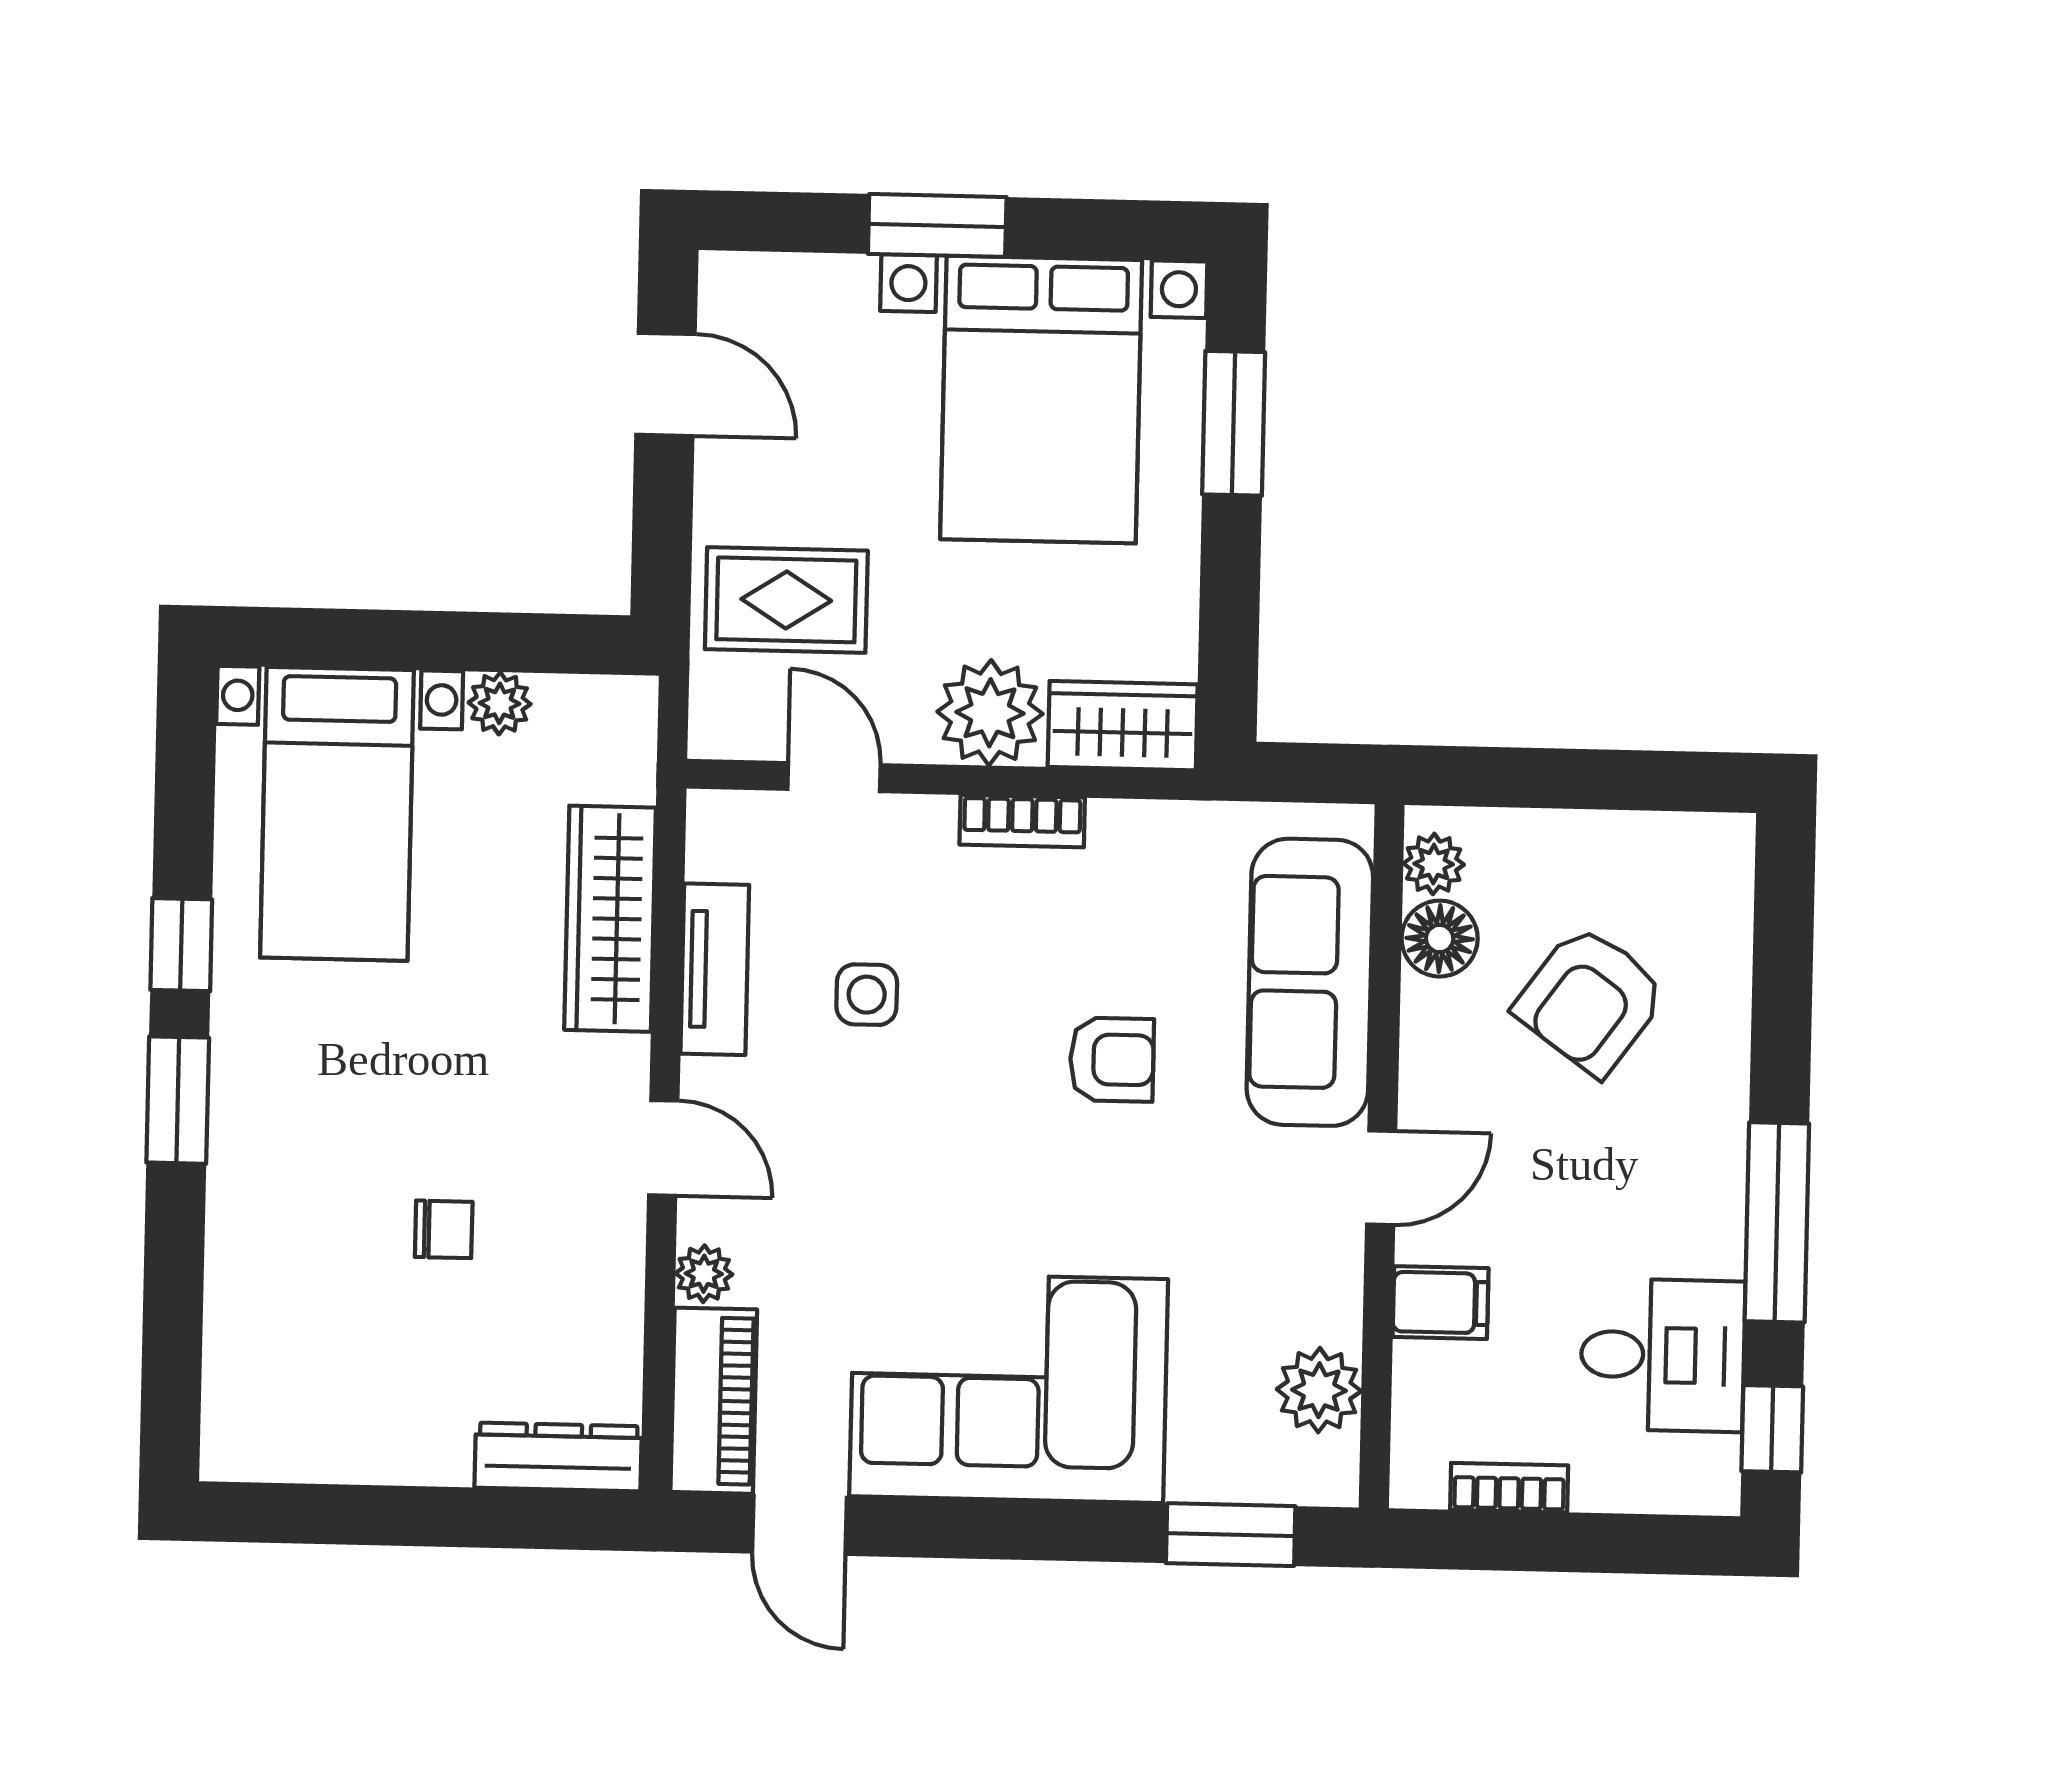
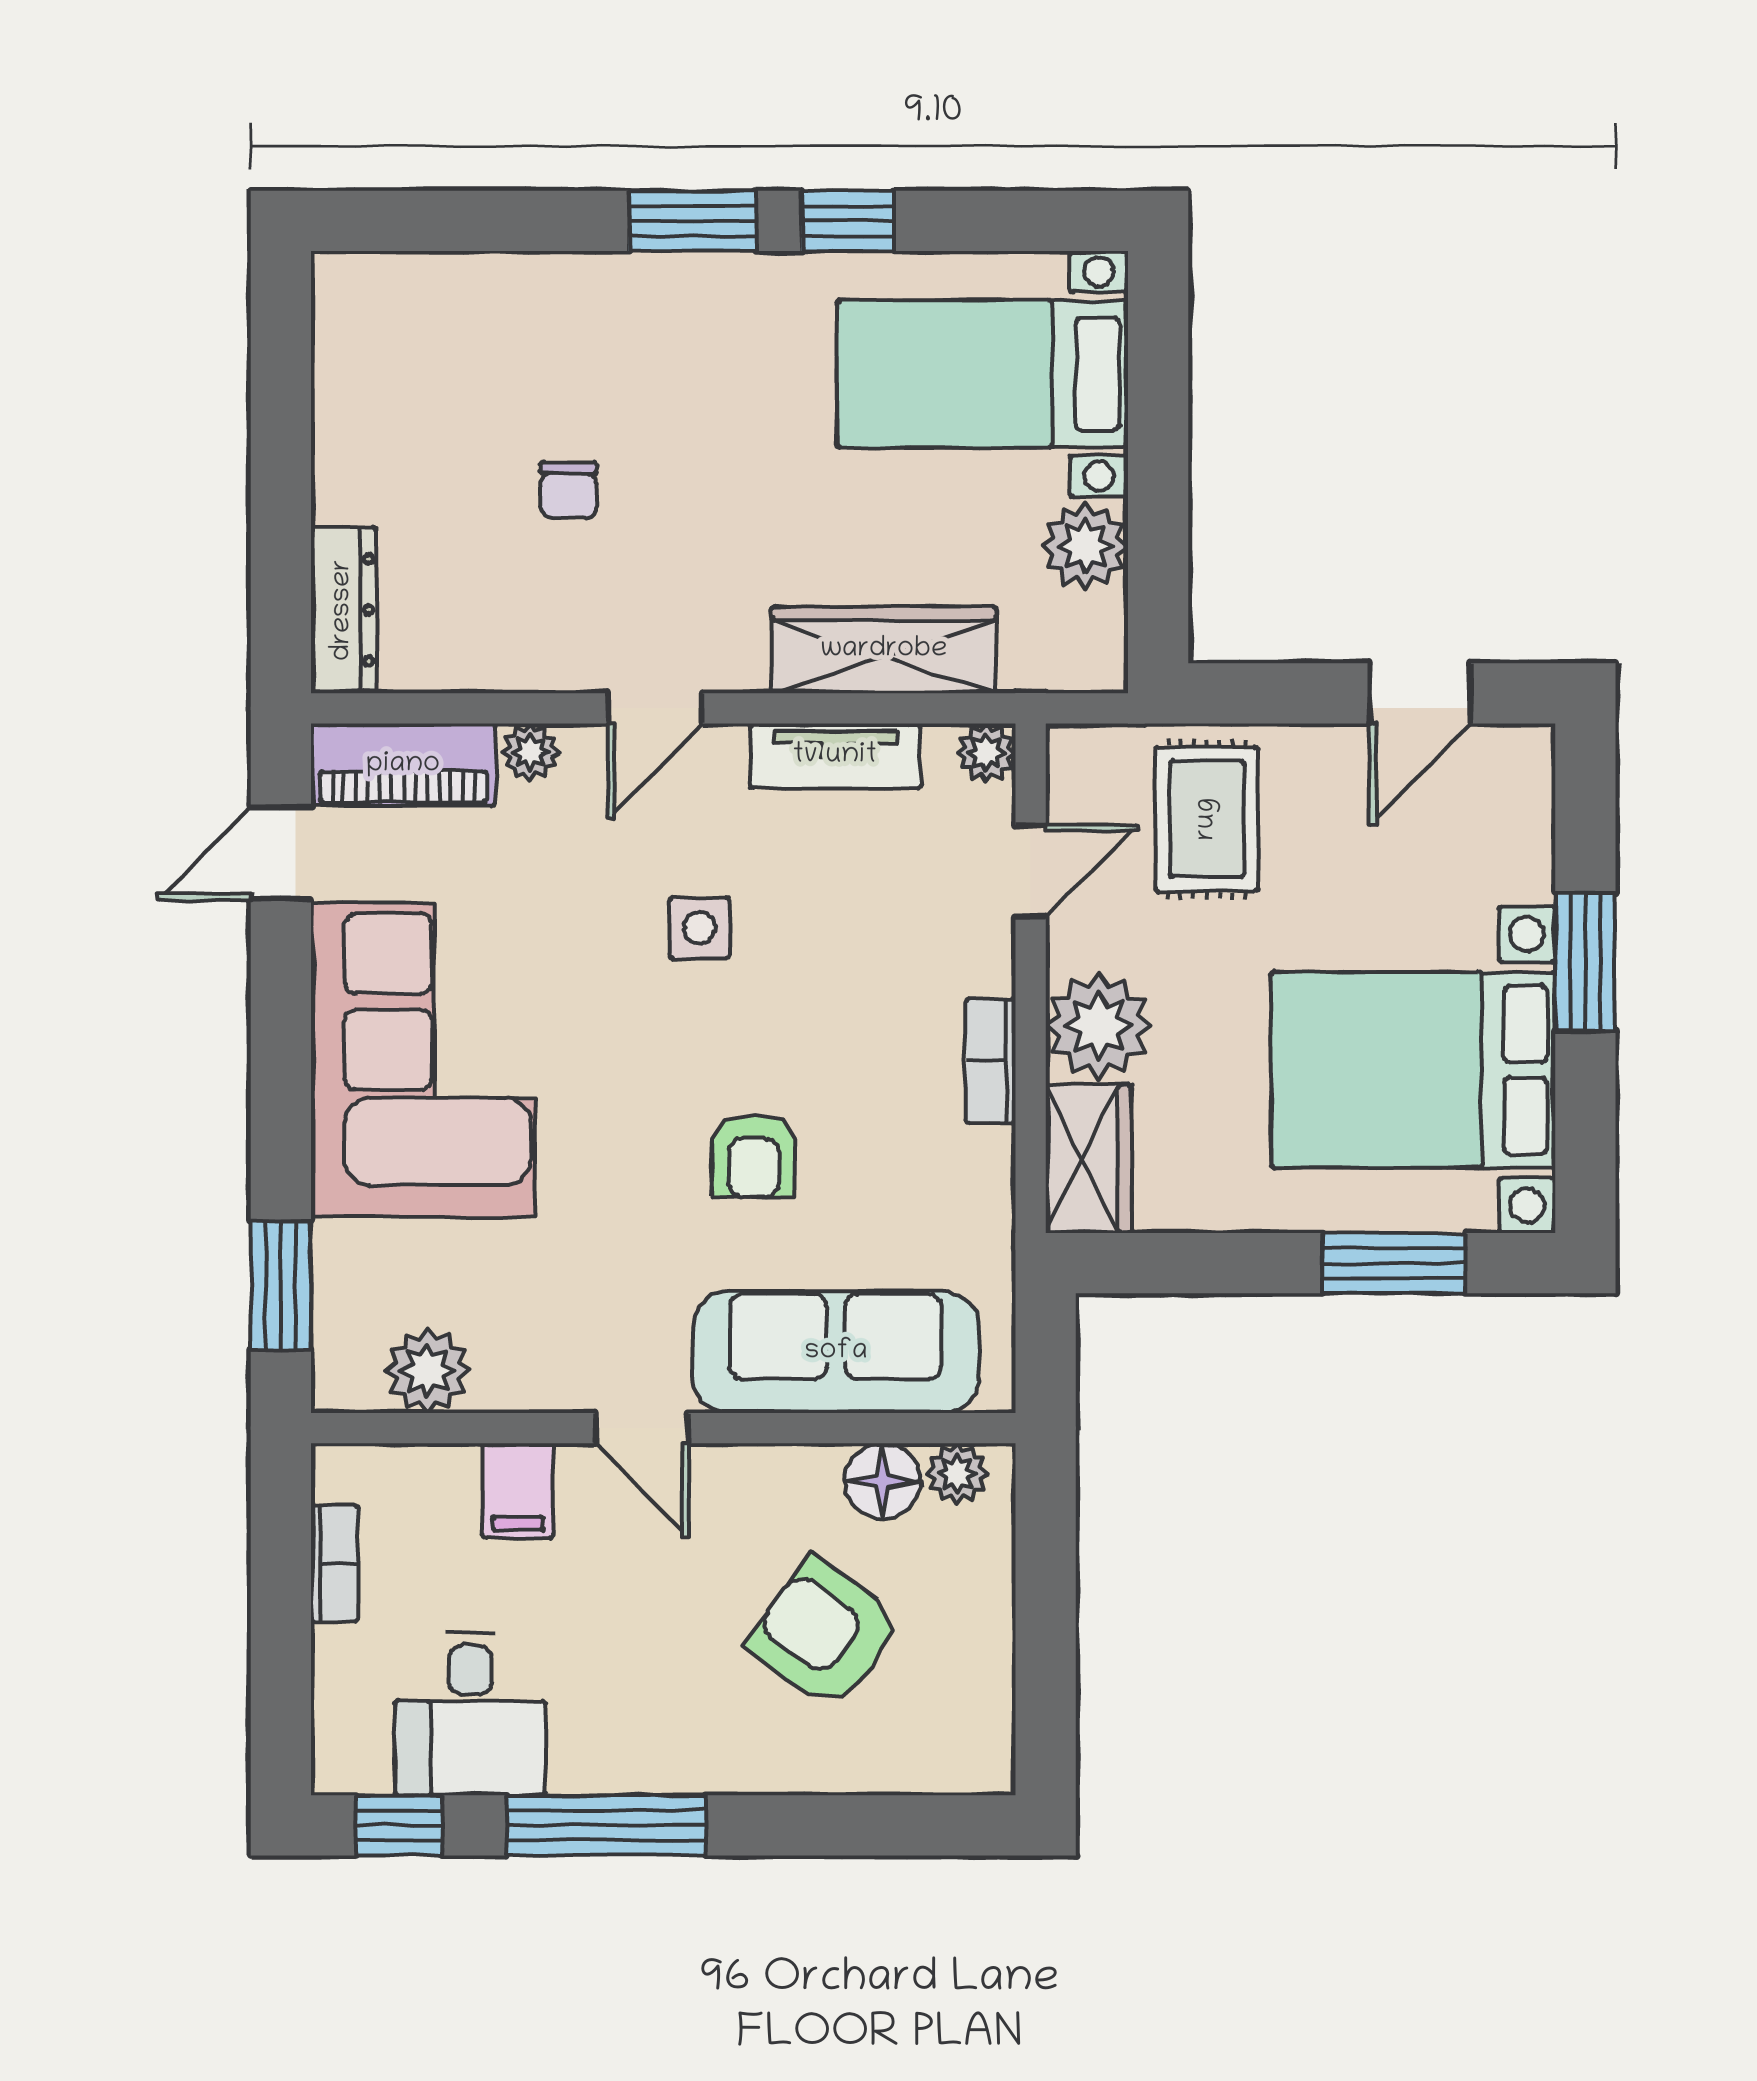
plant: (500, 703) -> (1085, 546), width x1.38, depth x1.38
plant: (715, 819) -> (986, 753), added
side table: (867, 995) -> (699, 928), moved

